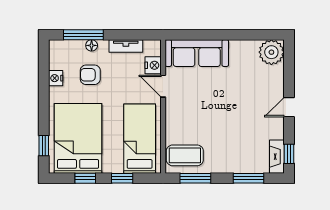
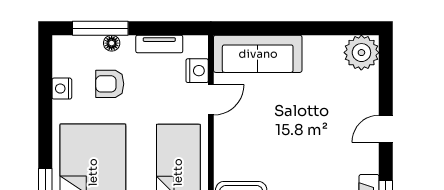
door: (163, 86) -> (211, 100), swing flipped

